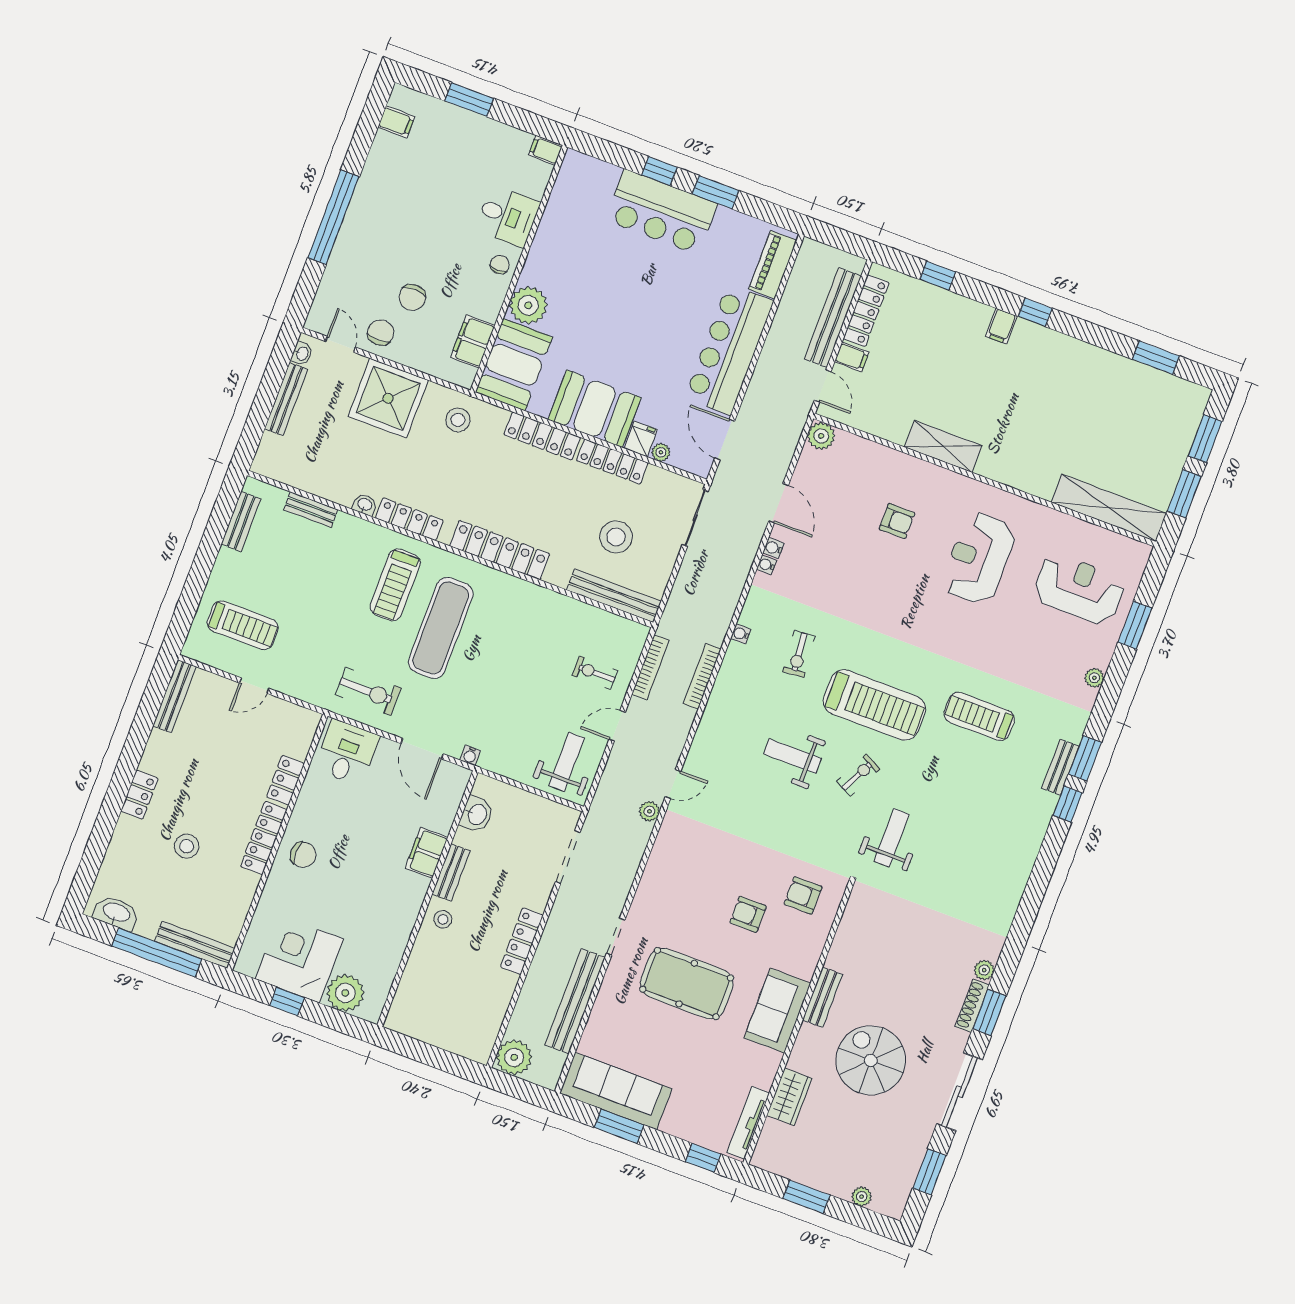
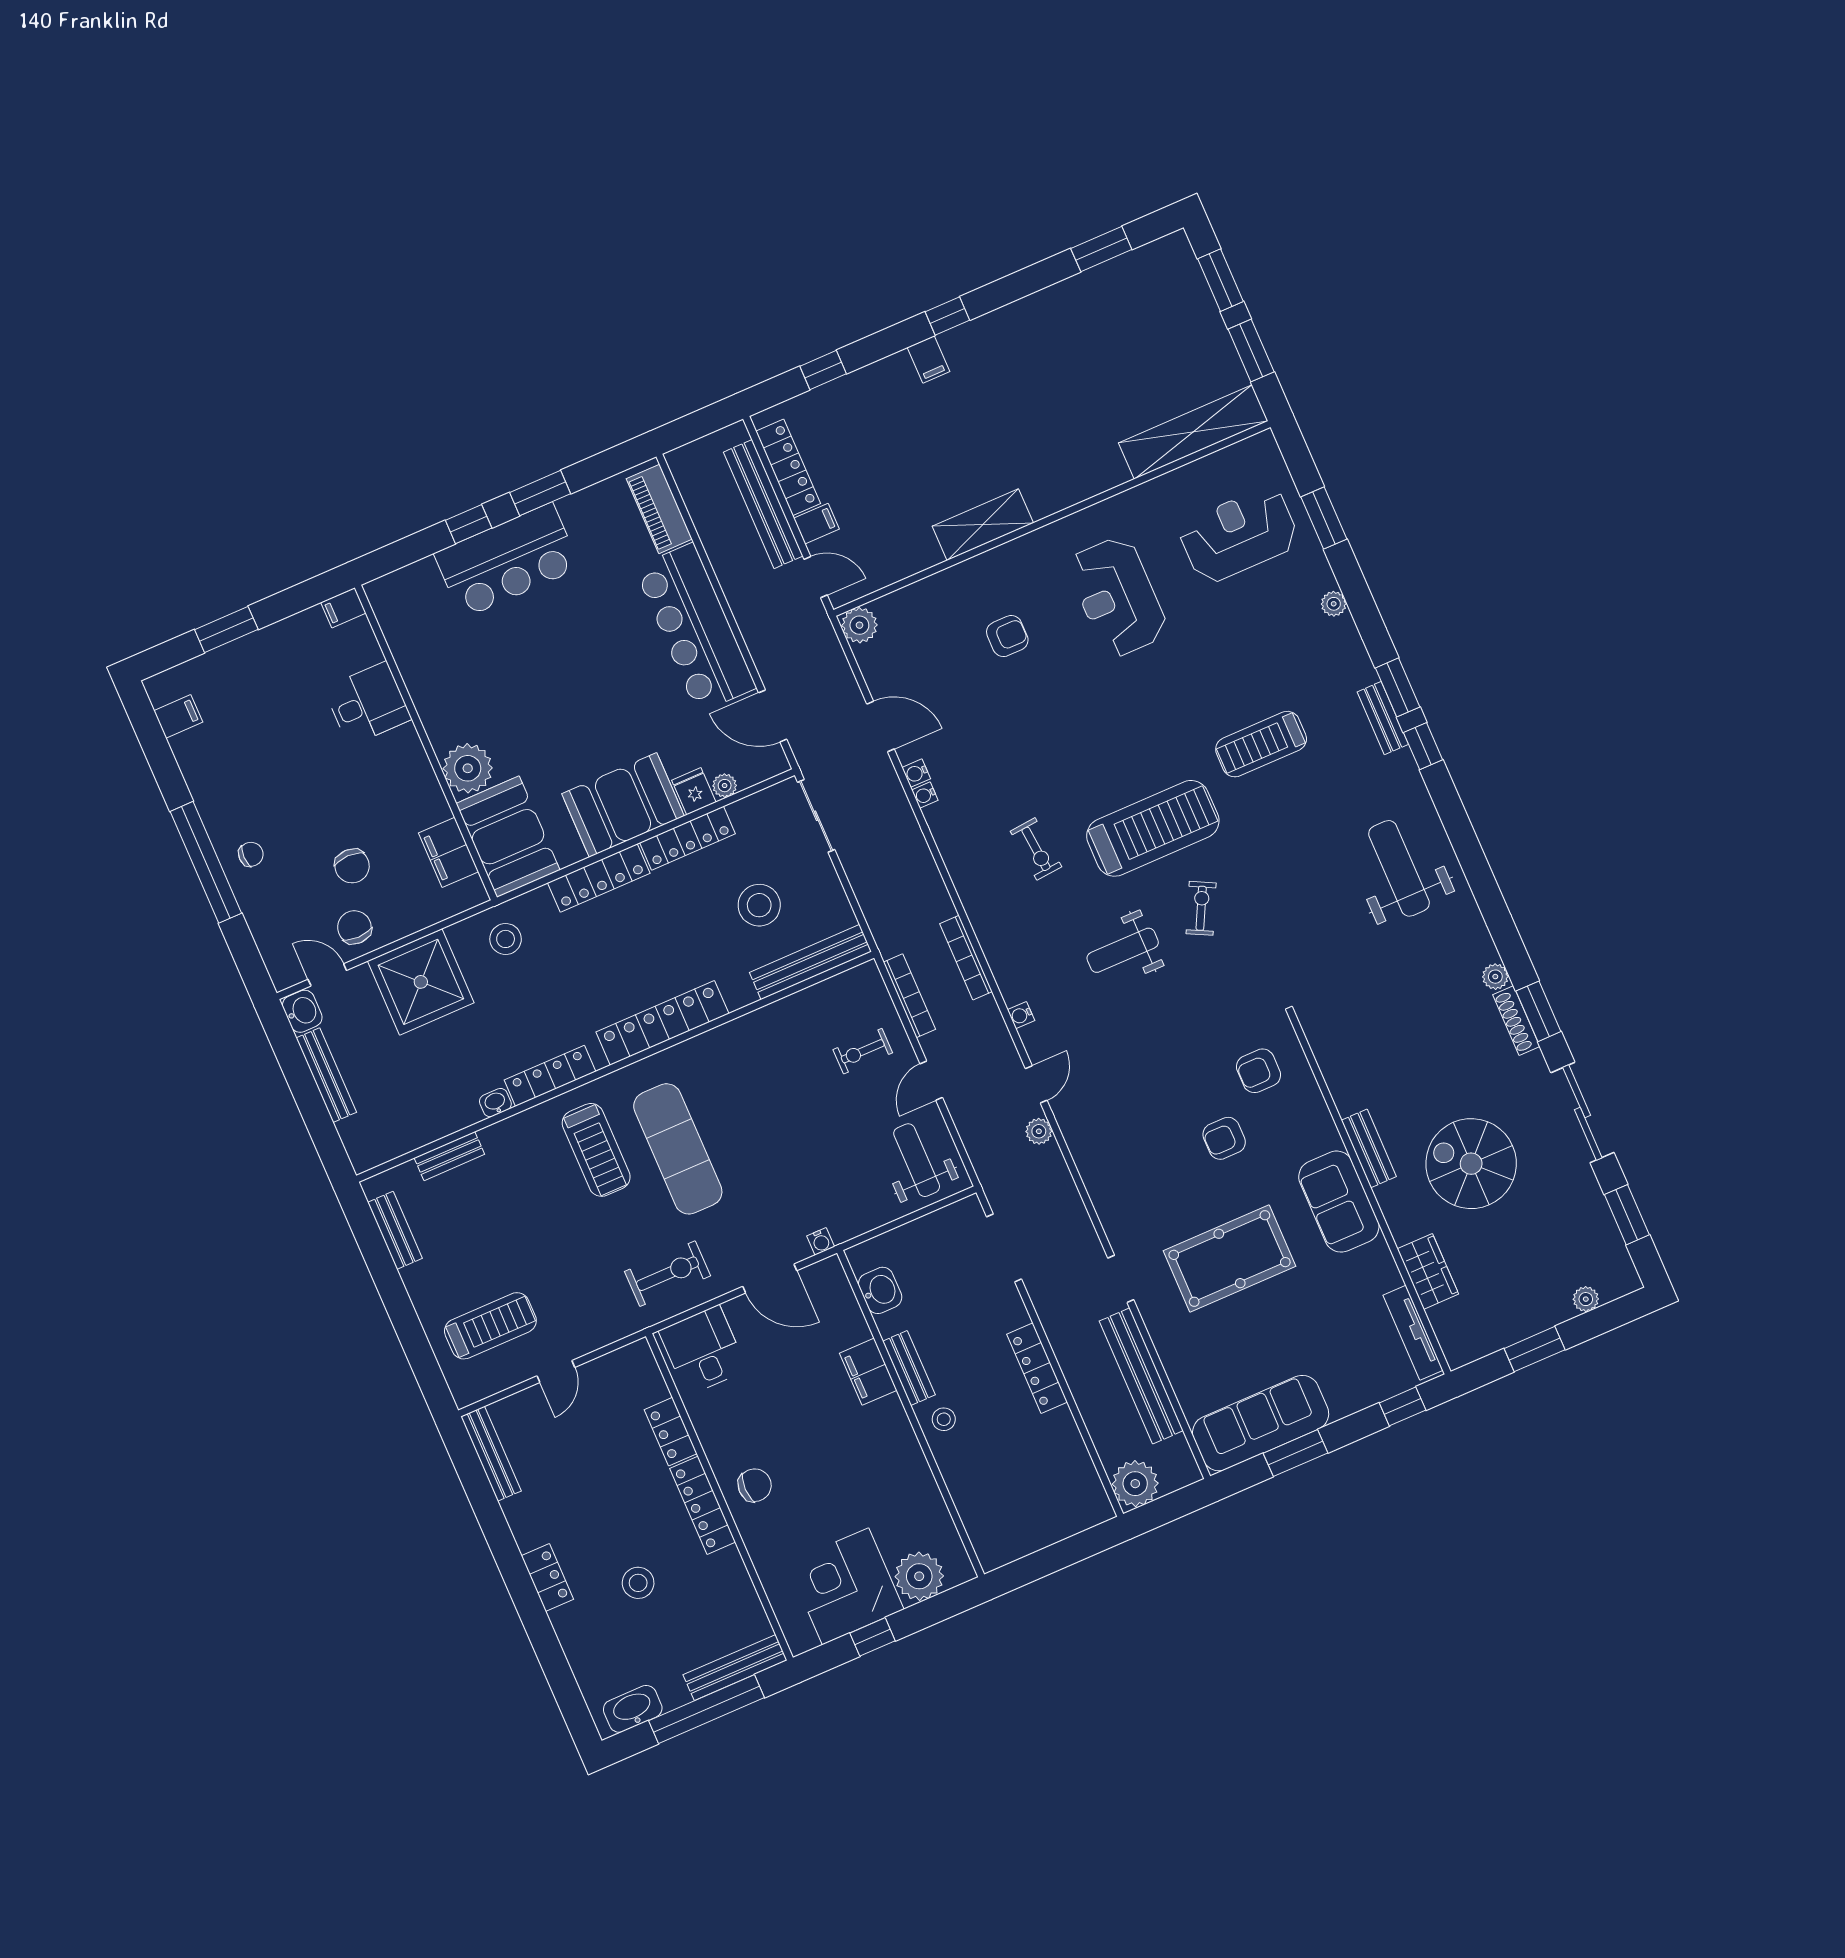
chair: (500, 265) -> (251, 854), moved, turned 90
washbasin: (302, 353) -> (302, 1011), width x1.38, depth x1.45
water cooler: (741, 634) -> (1021, 1015), moved
weight bench: (892, 838) -> (1399, 868), moved, width x1.36, depth x1.33

